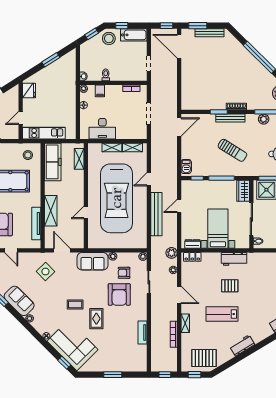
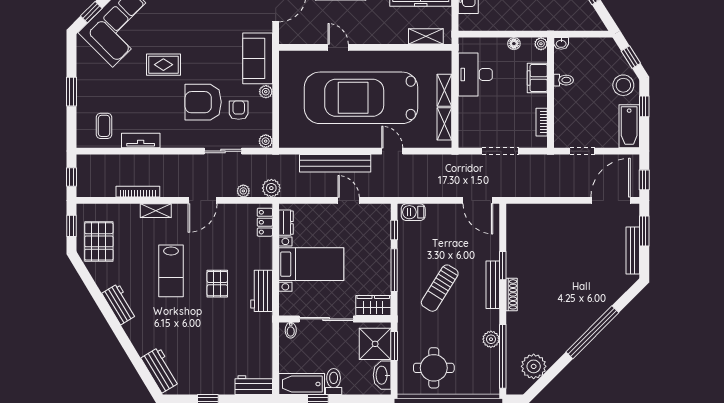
filing cabinet: (100, 91) -> (537, 78), width x2.00
coffee table: (75, 304) -> (104, 126), moved
lab bench: (222, 314) -> (171, 271), turned 180

